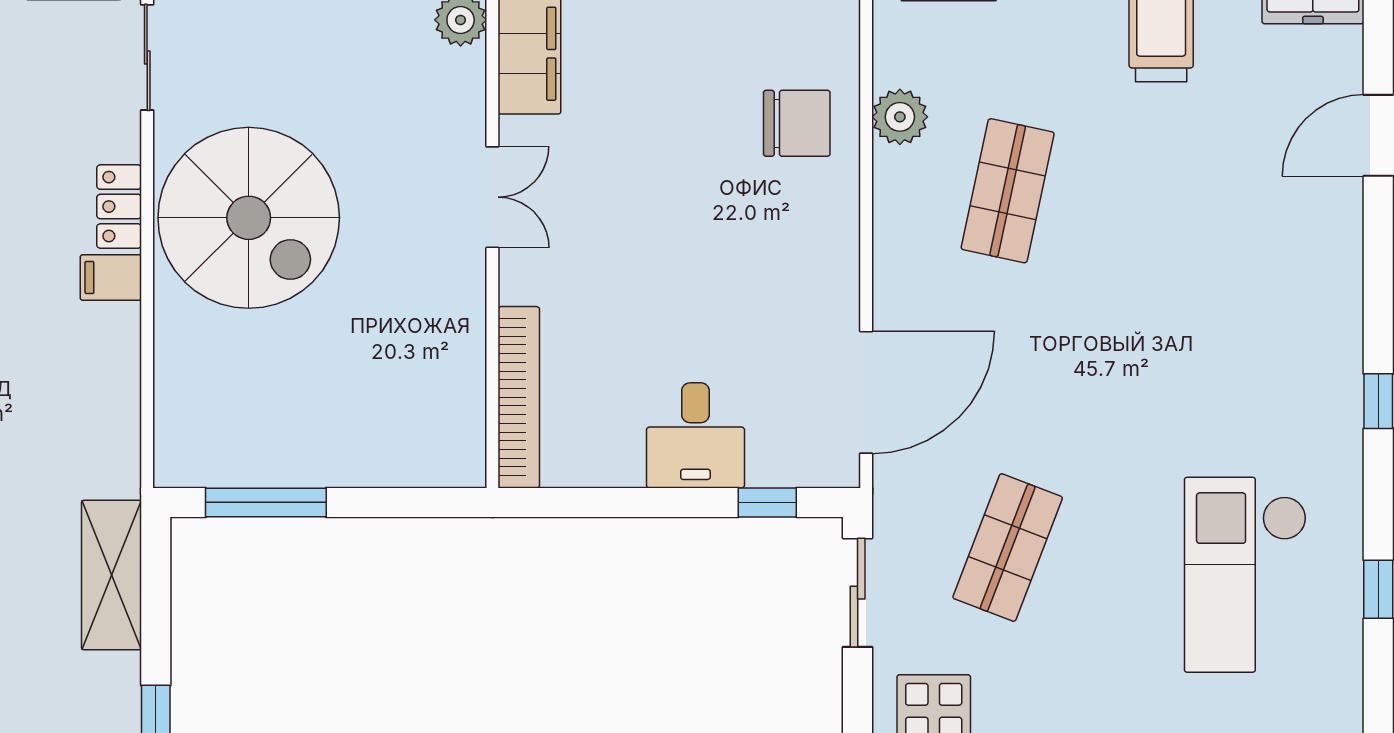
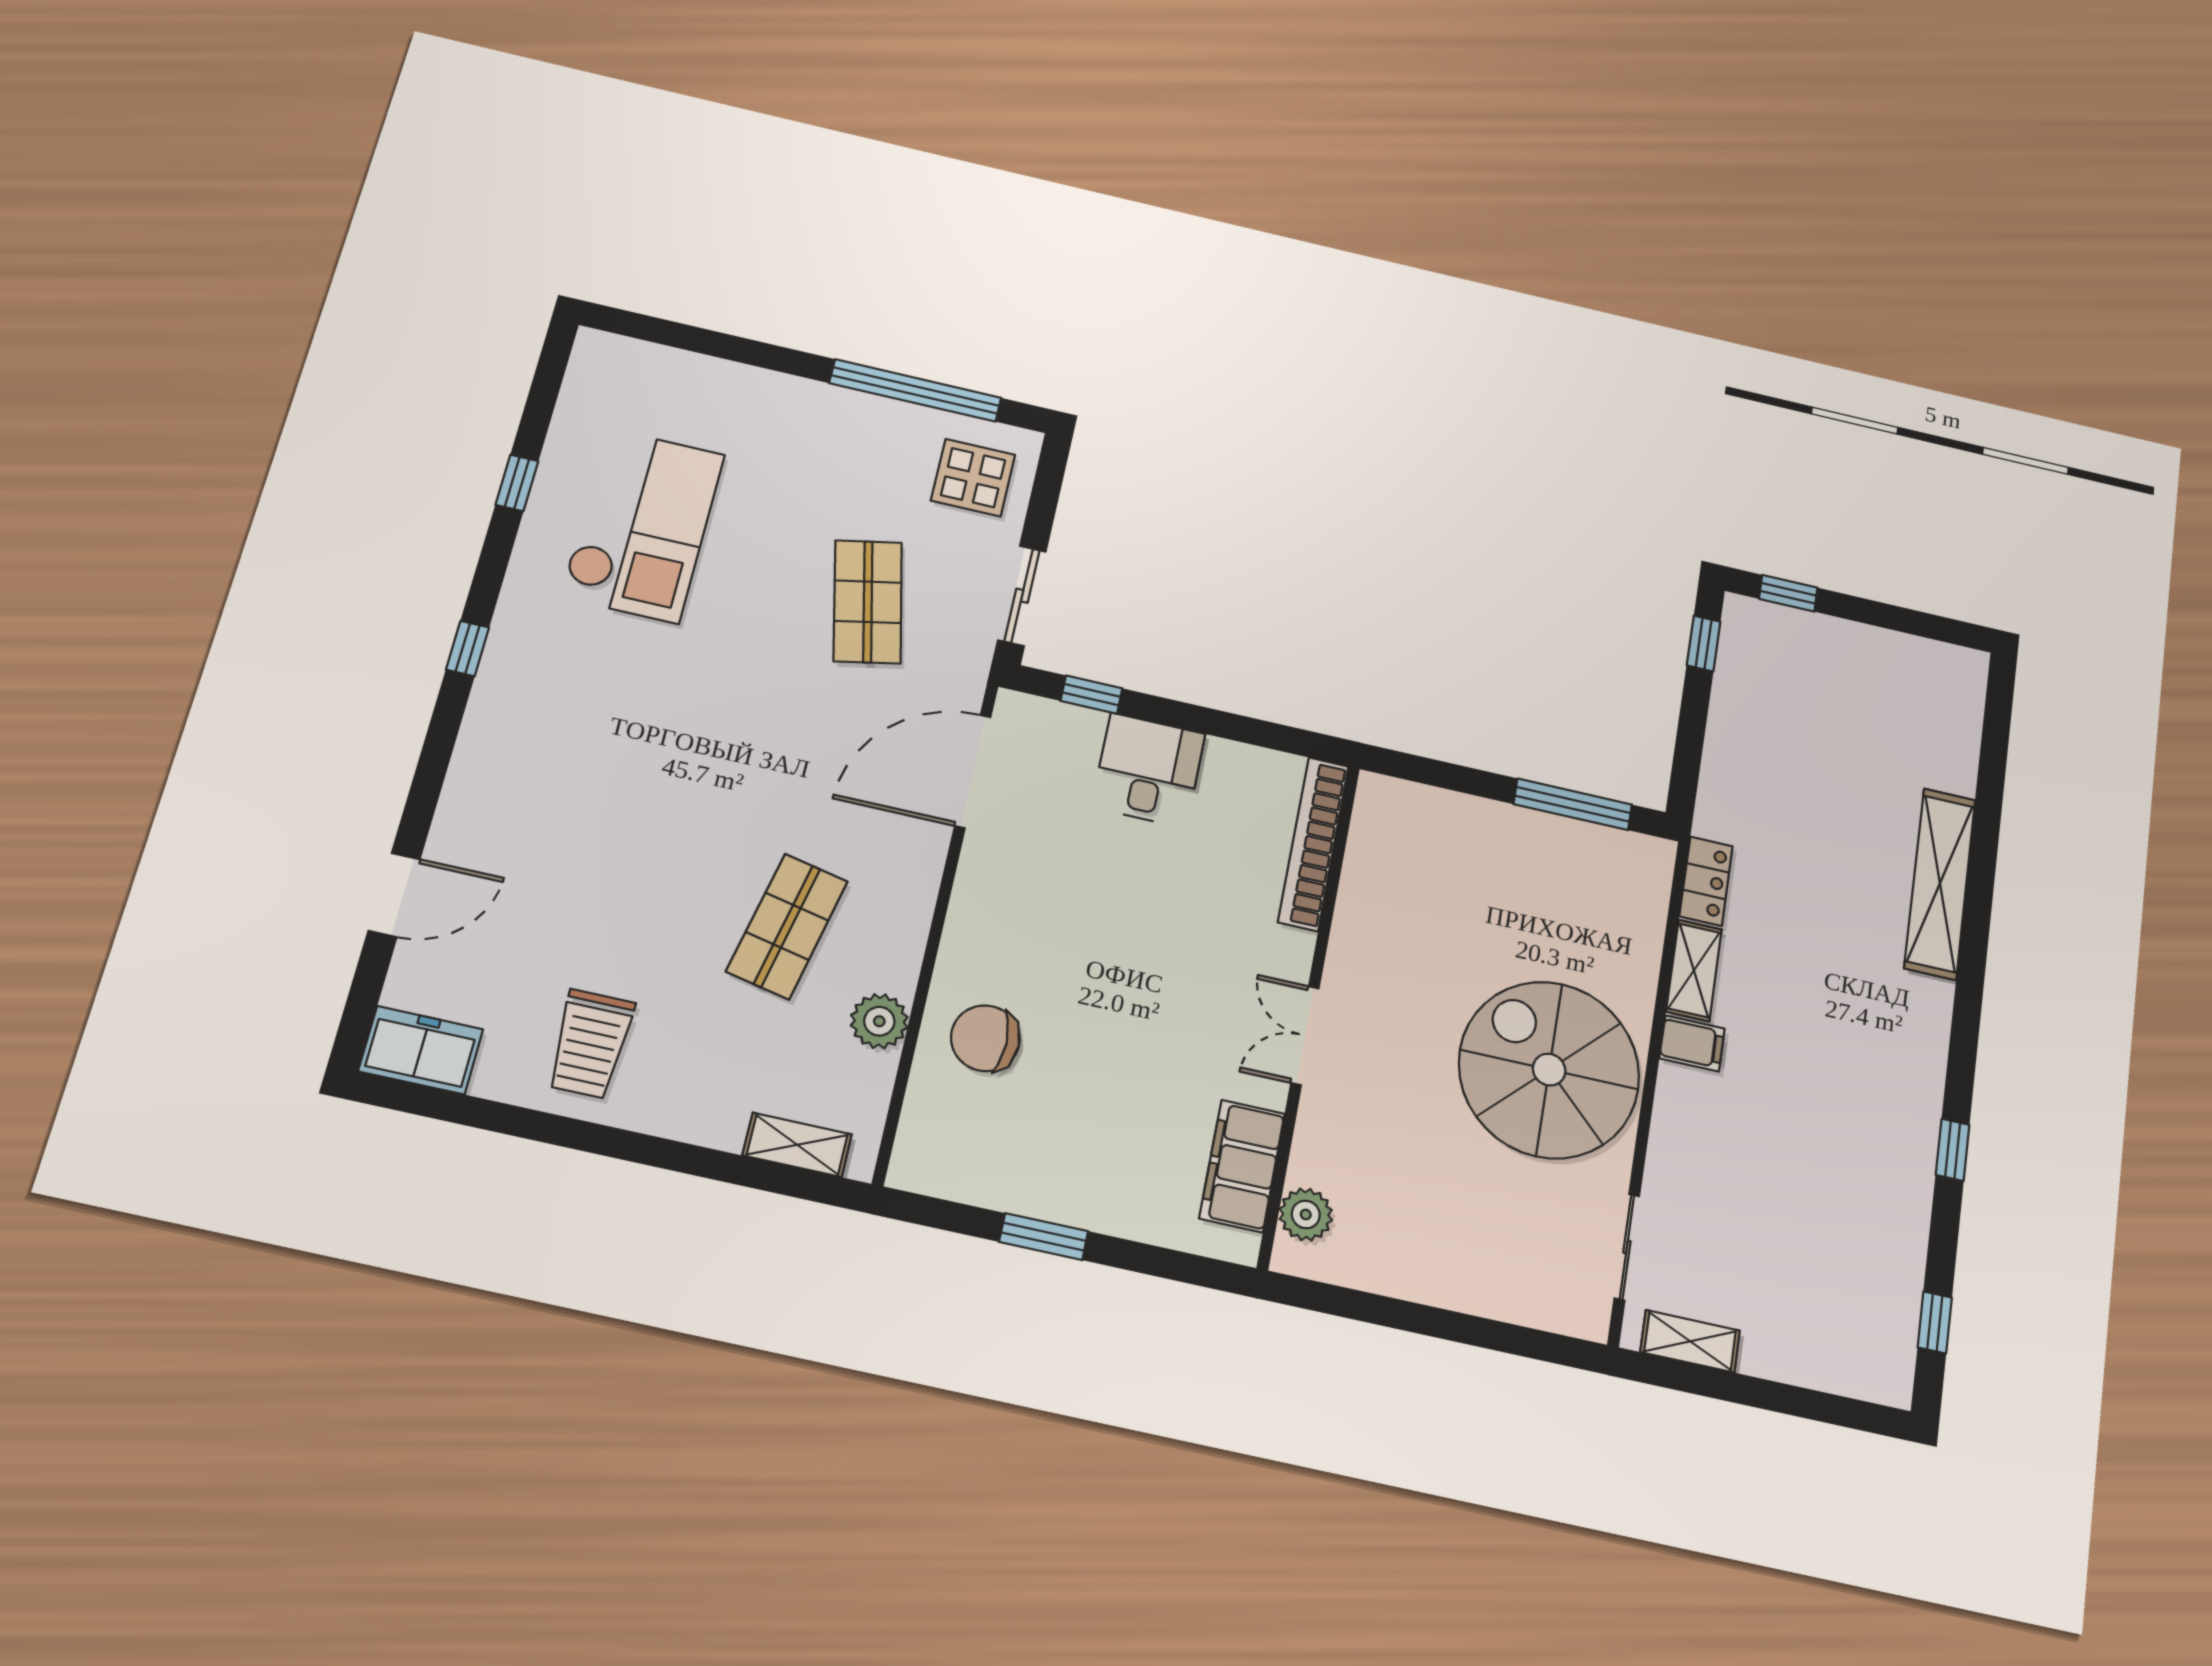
locker: (119, 207) -> (1706, 881), moved
shop shelf: (1008, 548) -> (868, 602), turned -33
shelving: (112, 575) -> (1694, 970), moved, width x0.67, depth x0.75

